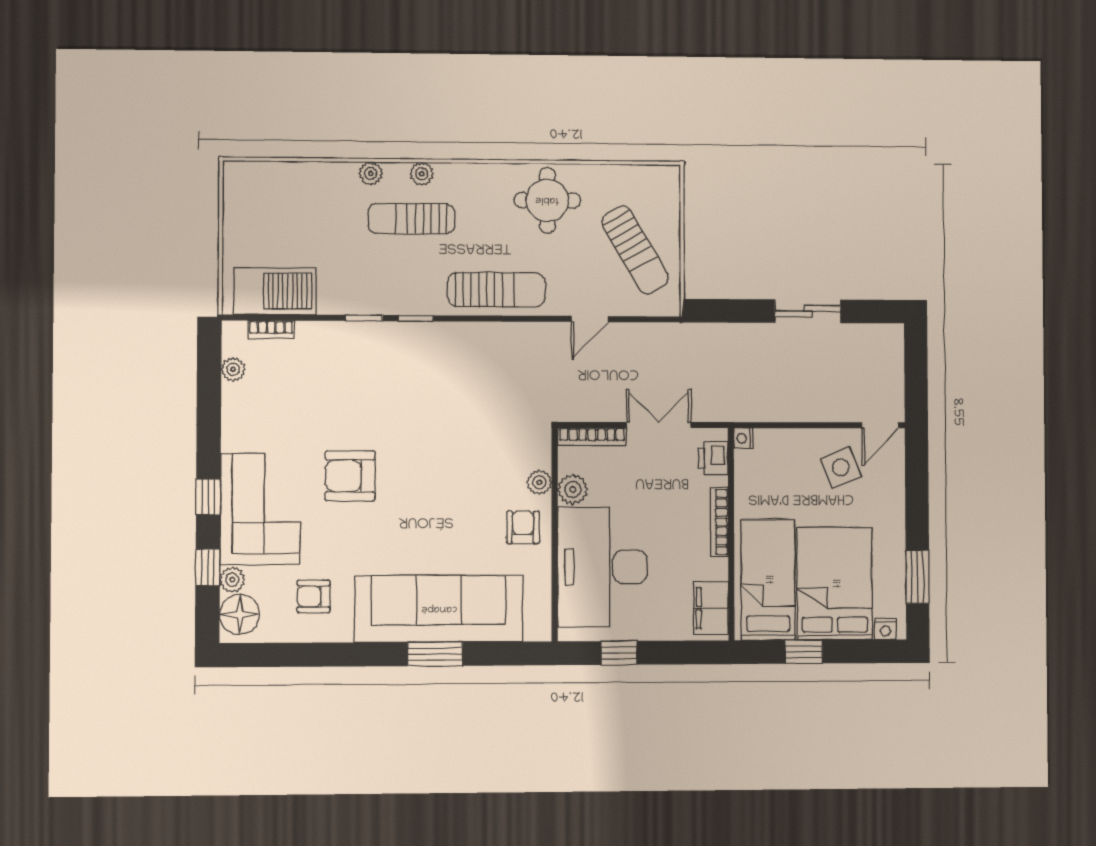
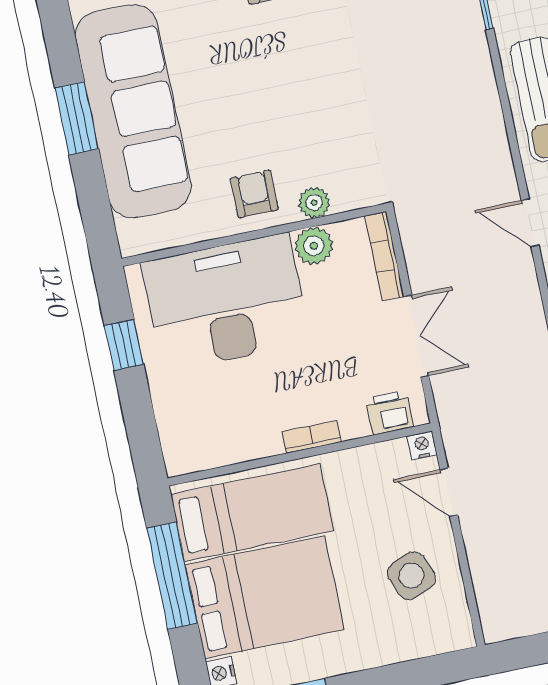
door: (880, 425) -> (449, 493), moved
bookcase: (719, 522) -> (312, 437), width x0.64
armchair: (523, 527) -> (254, 194), turned -90
filing cabinet: (711, 608) -> (203, 448), removed
window: (804, 652) -> (172, 576), width x2.17

